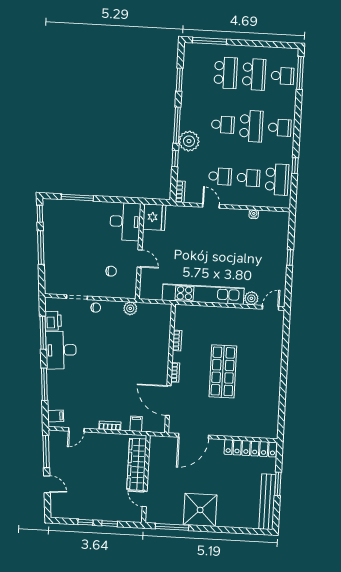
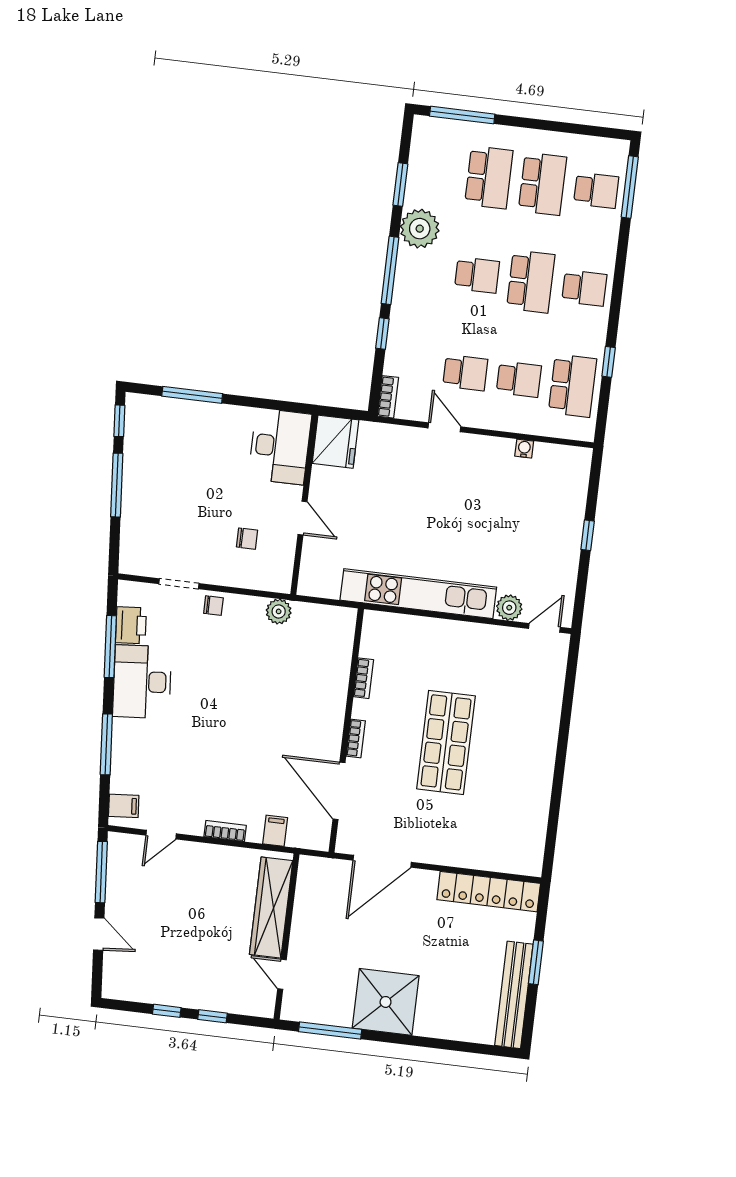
plant: (189, 141) -> (420, 229), moved

